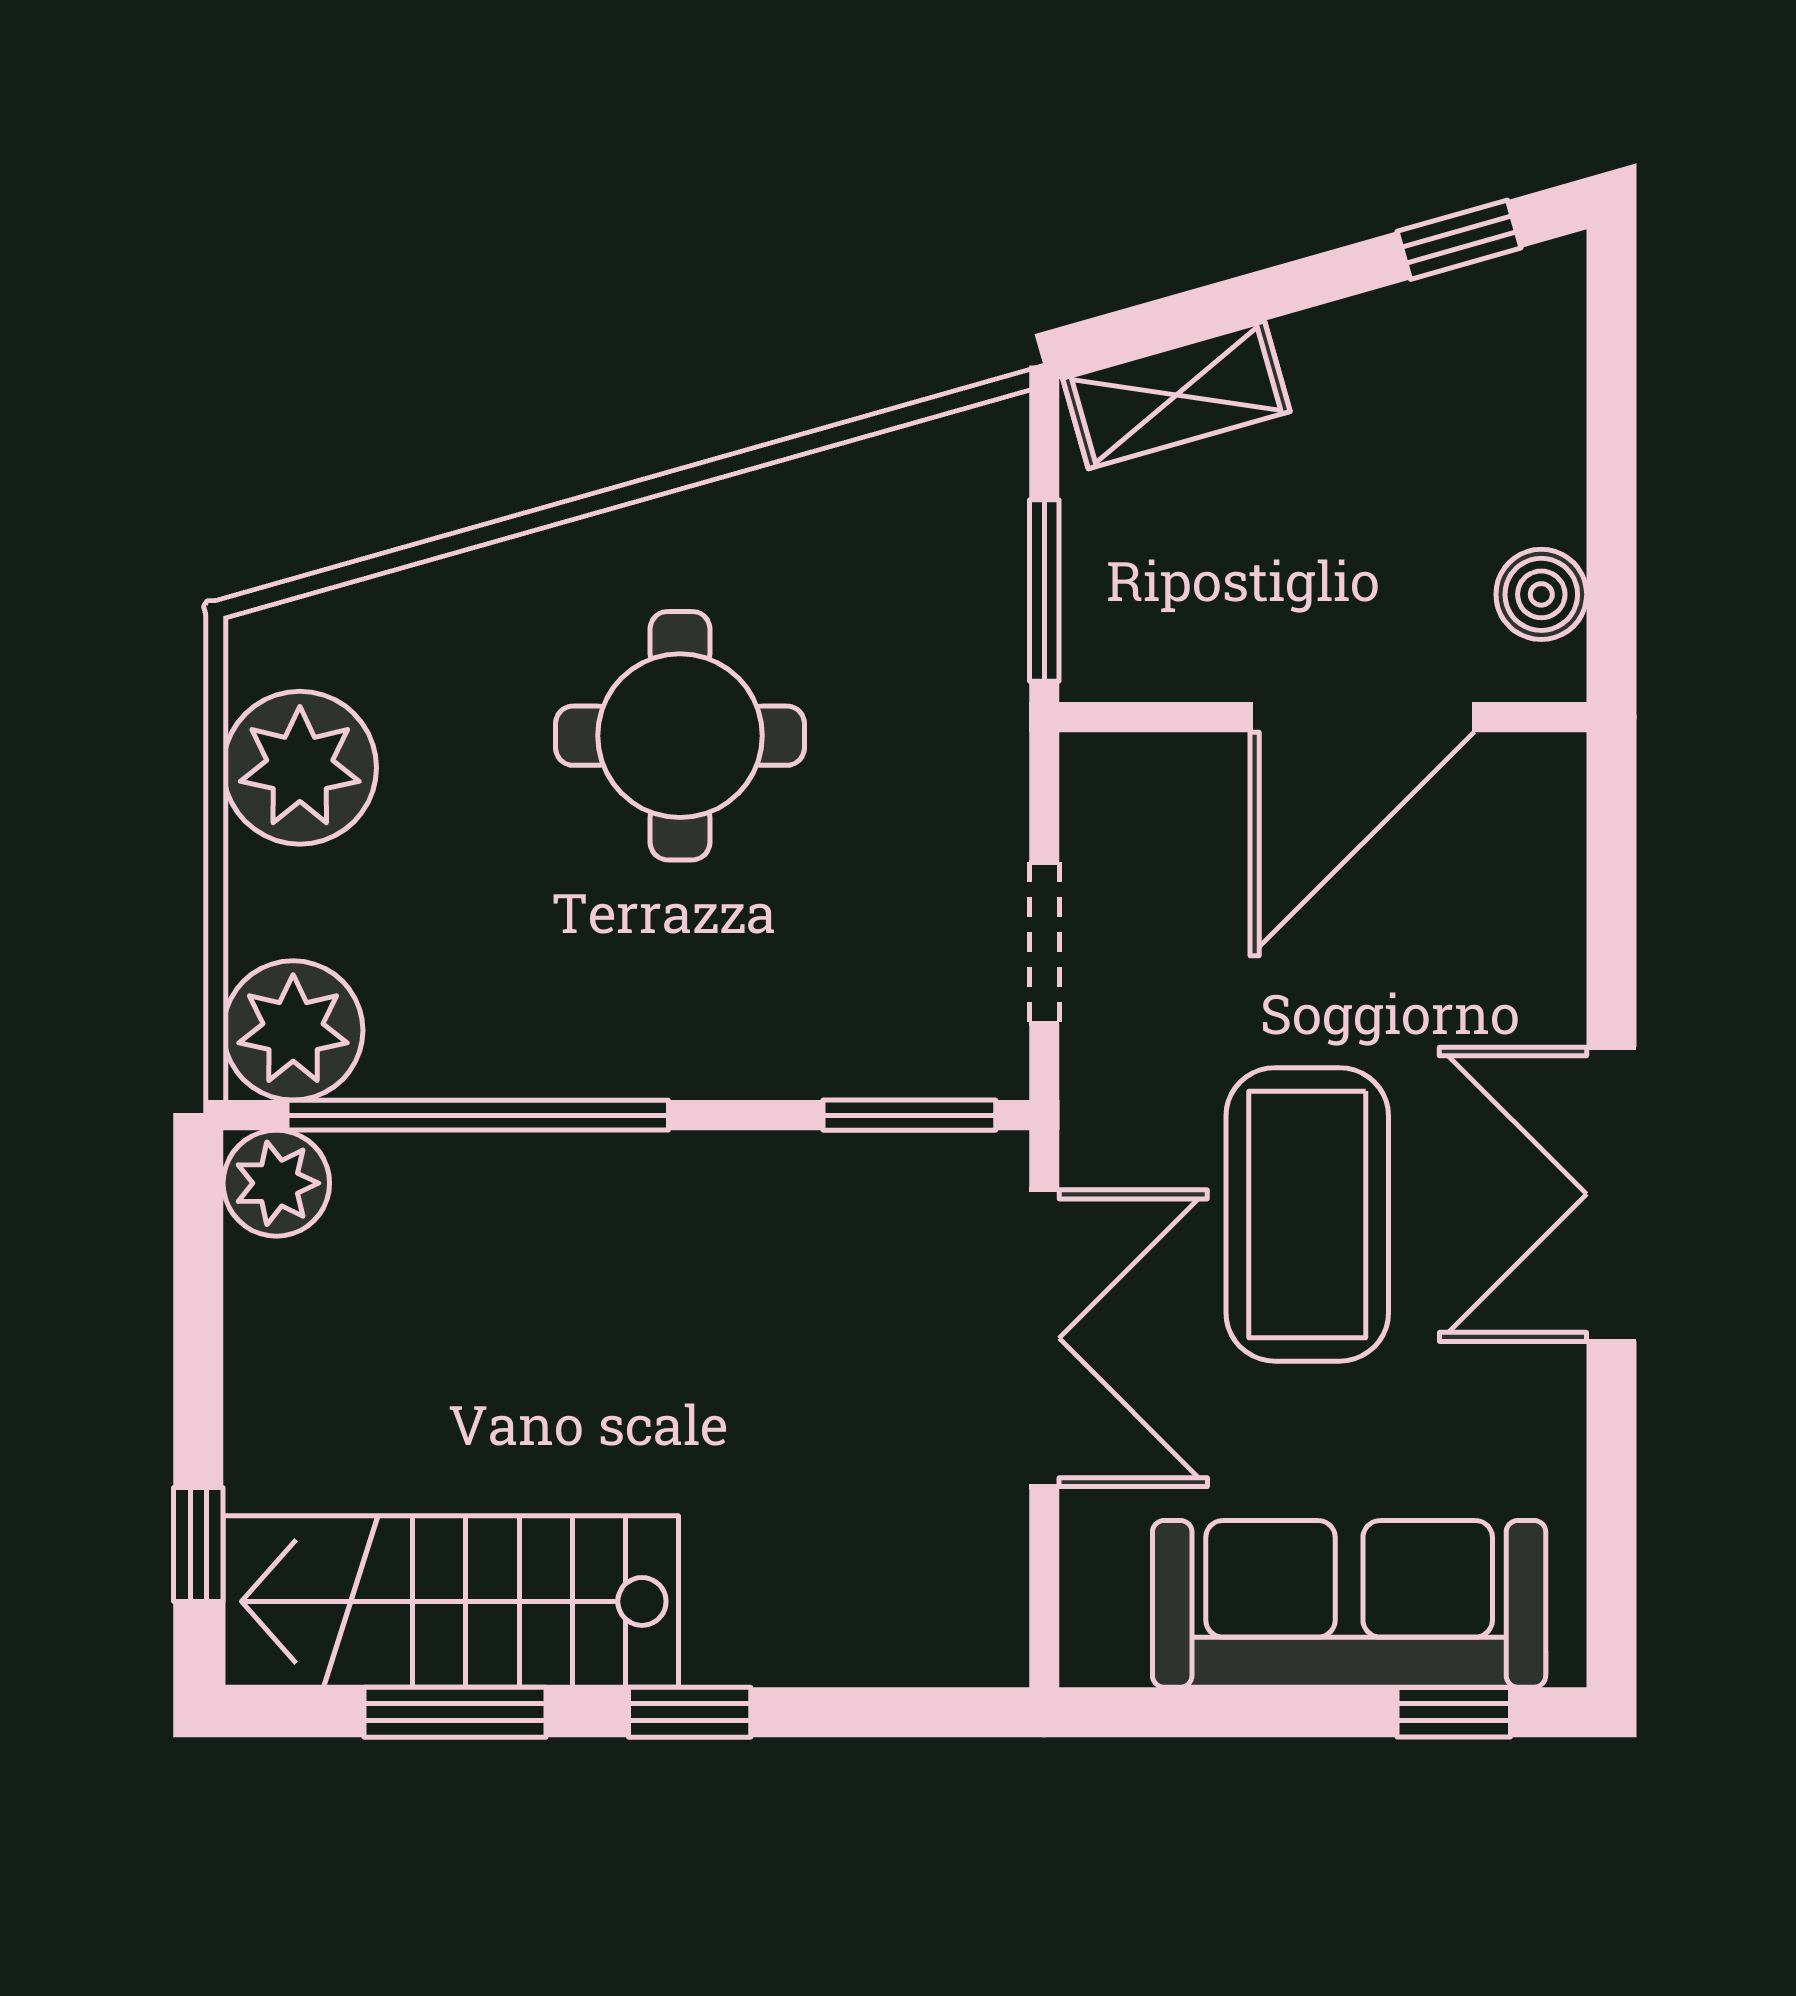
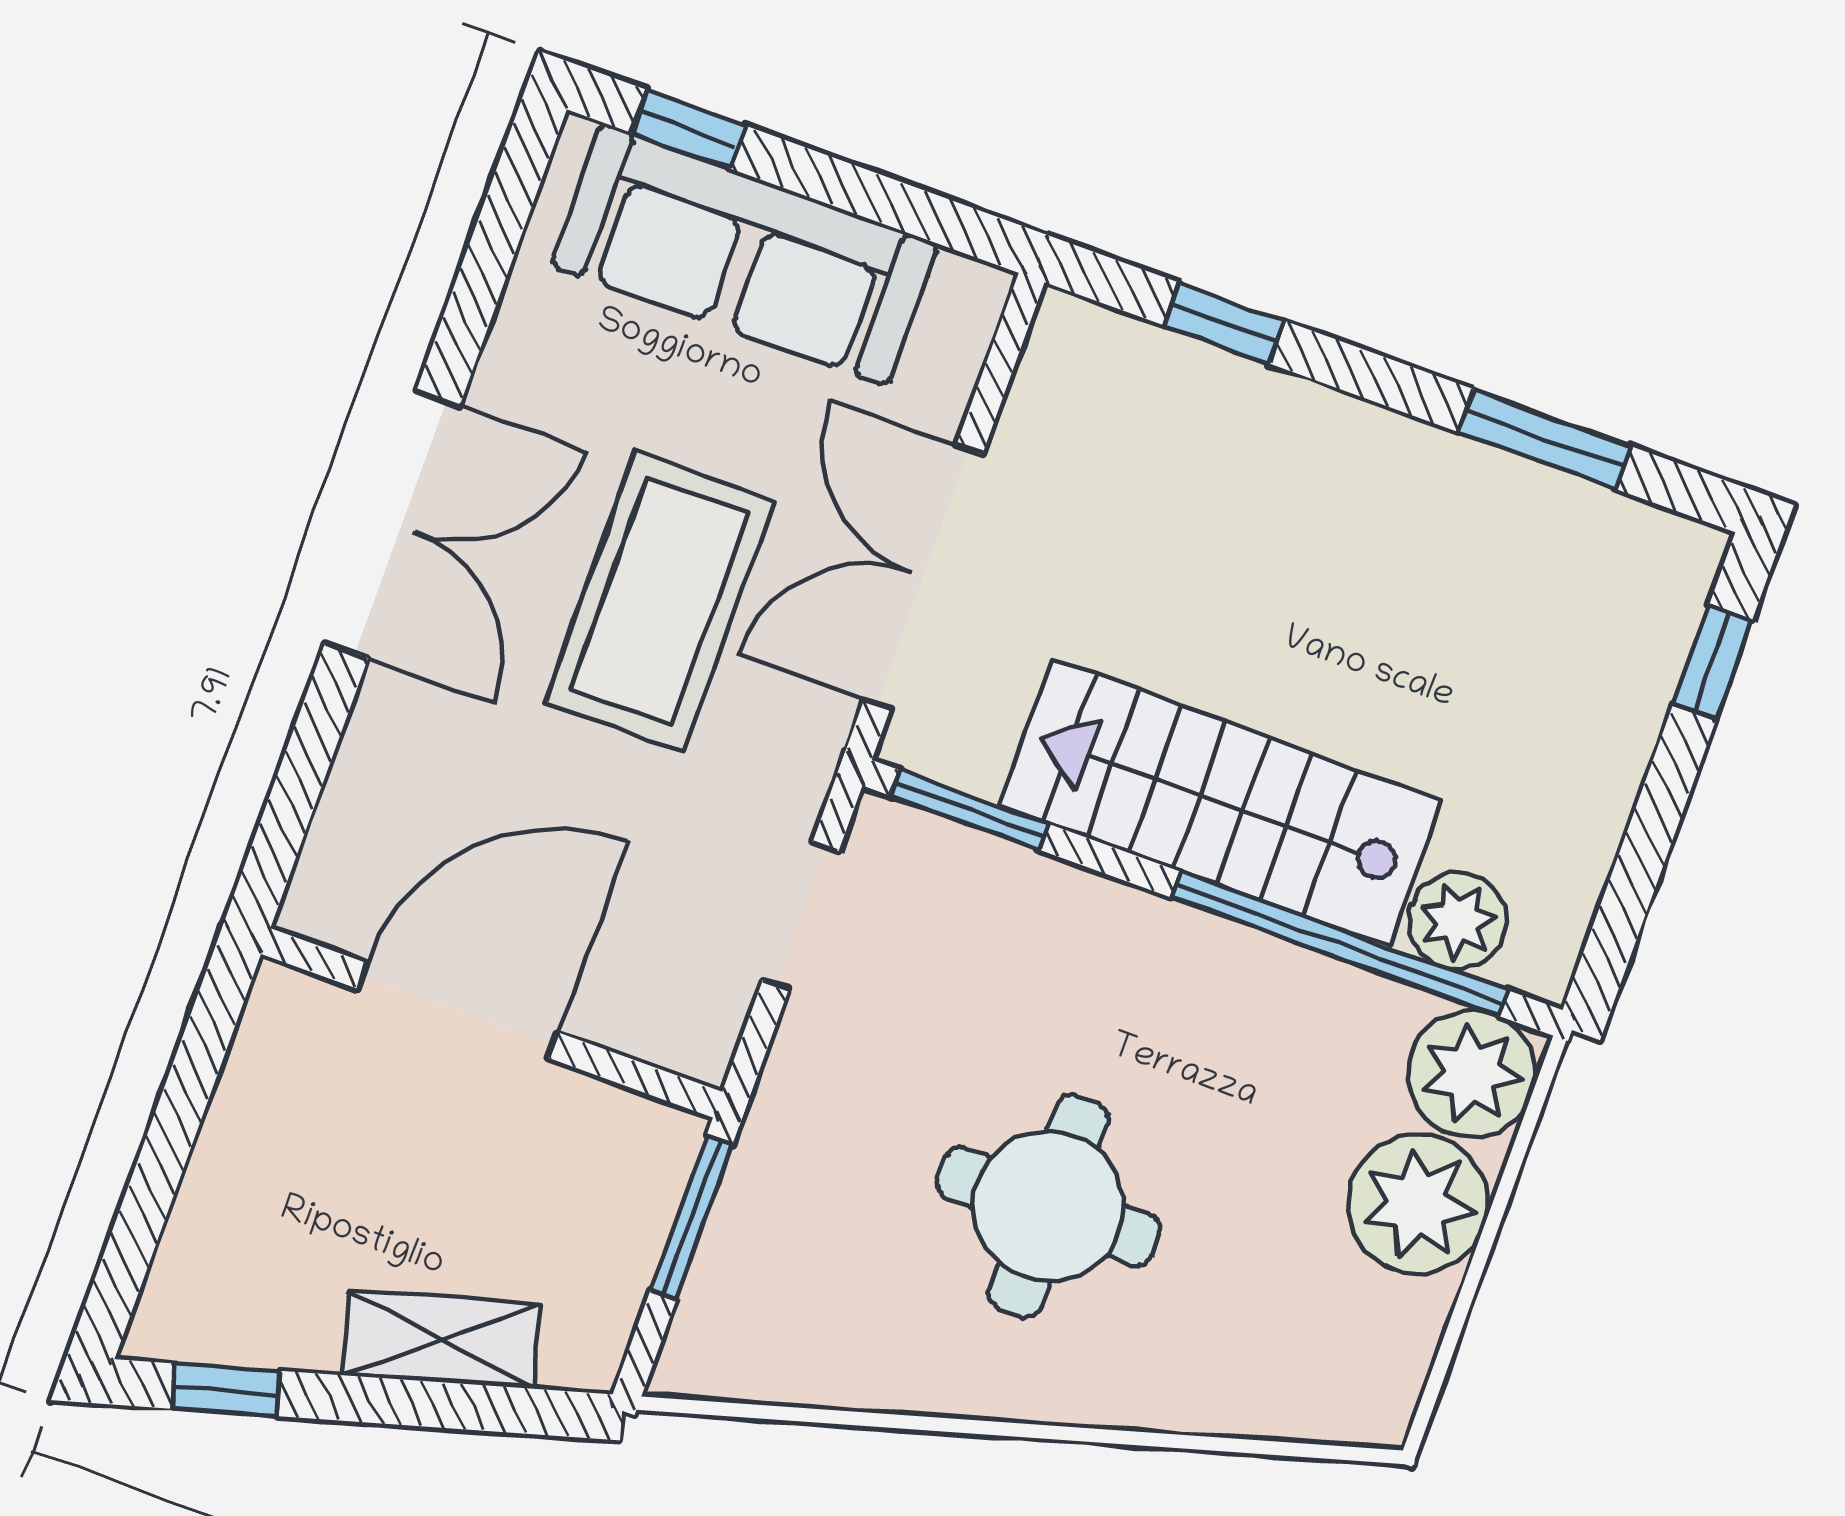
shelving: (1176, 395) -> (442, 1339), moved
boiler: (1541, 594) -> (266, 1060), removed
plant: (300, 768) -> (1418, 1204), moved
plant: (276, 1183) -> (1458, 921), moved
stairs: (451, 1601) -> (1221, 803), moved, turned 180
window: (690, 1712) -> (1224, 323), moved

